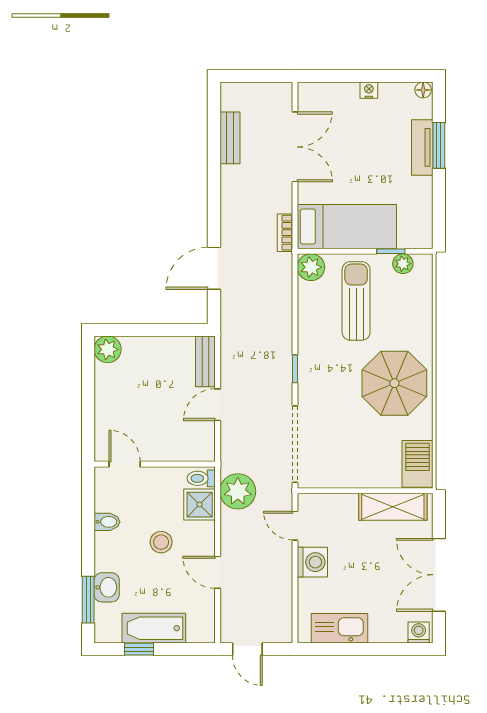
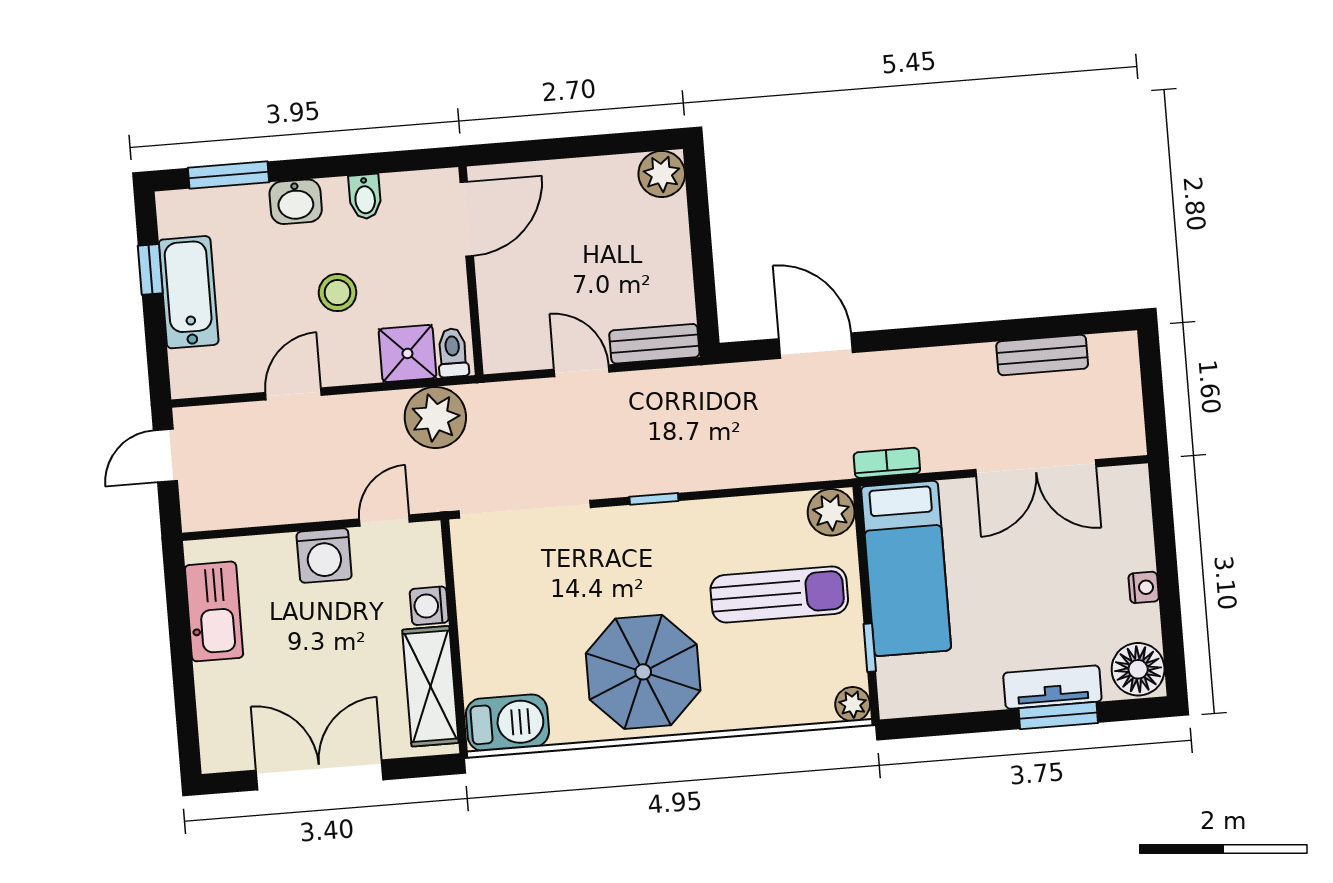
floor lamp: (423, 90) -> (1138, 669), width x1.89, depth x1.89
plant: (403, 264) -> (853, 704), moved
door: (125, 464) -> (467, 219), width x1.38
washbasin: (107, 587) -> (296, 202), moved
washing machine: (419, 633) -> (429, 606), moved, turned 180

